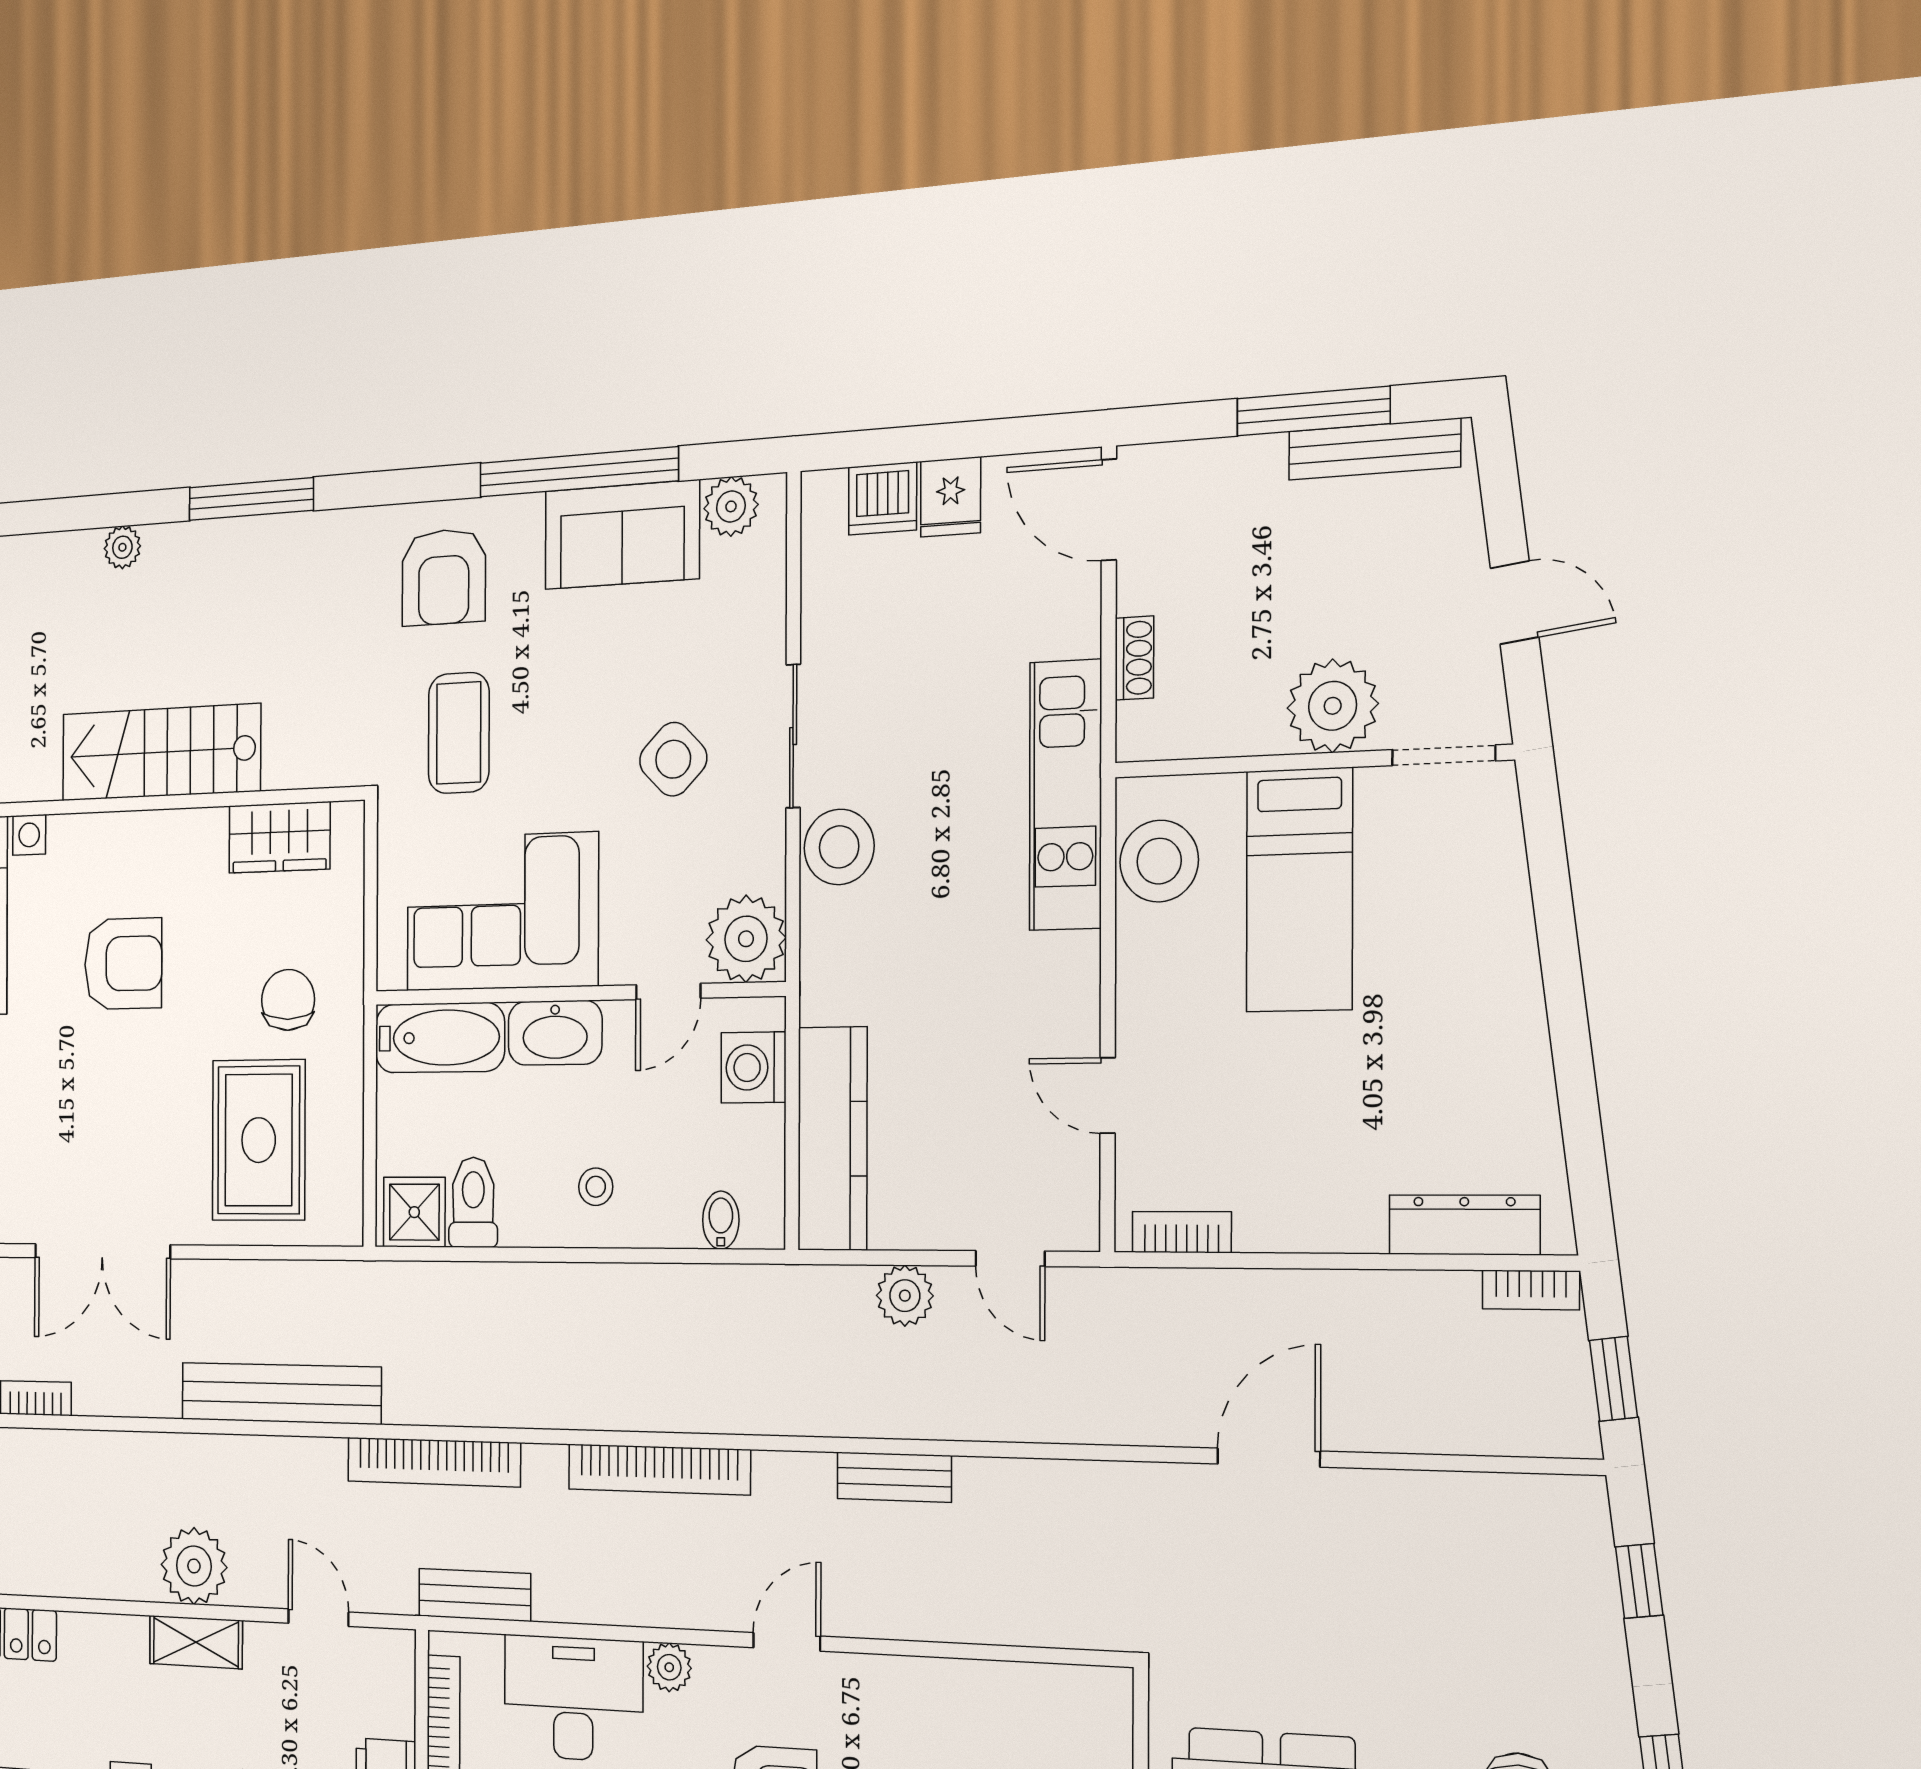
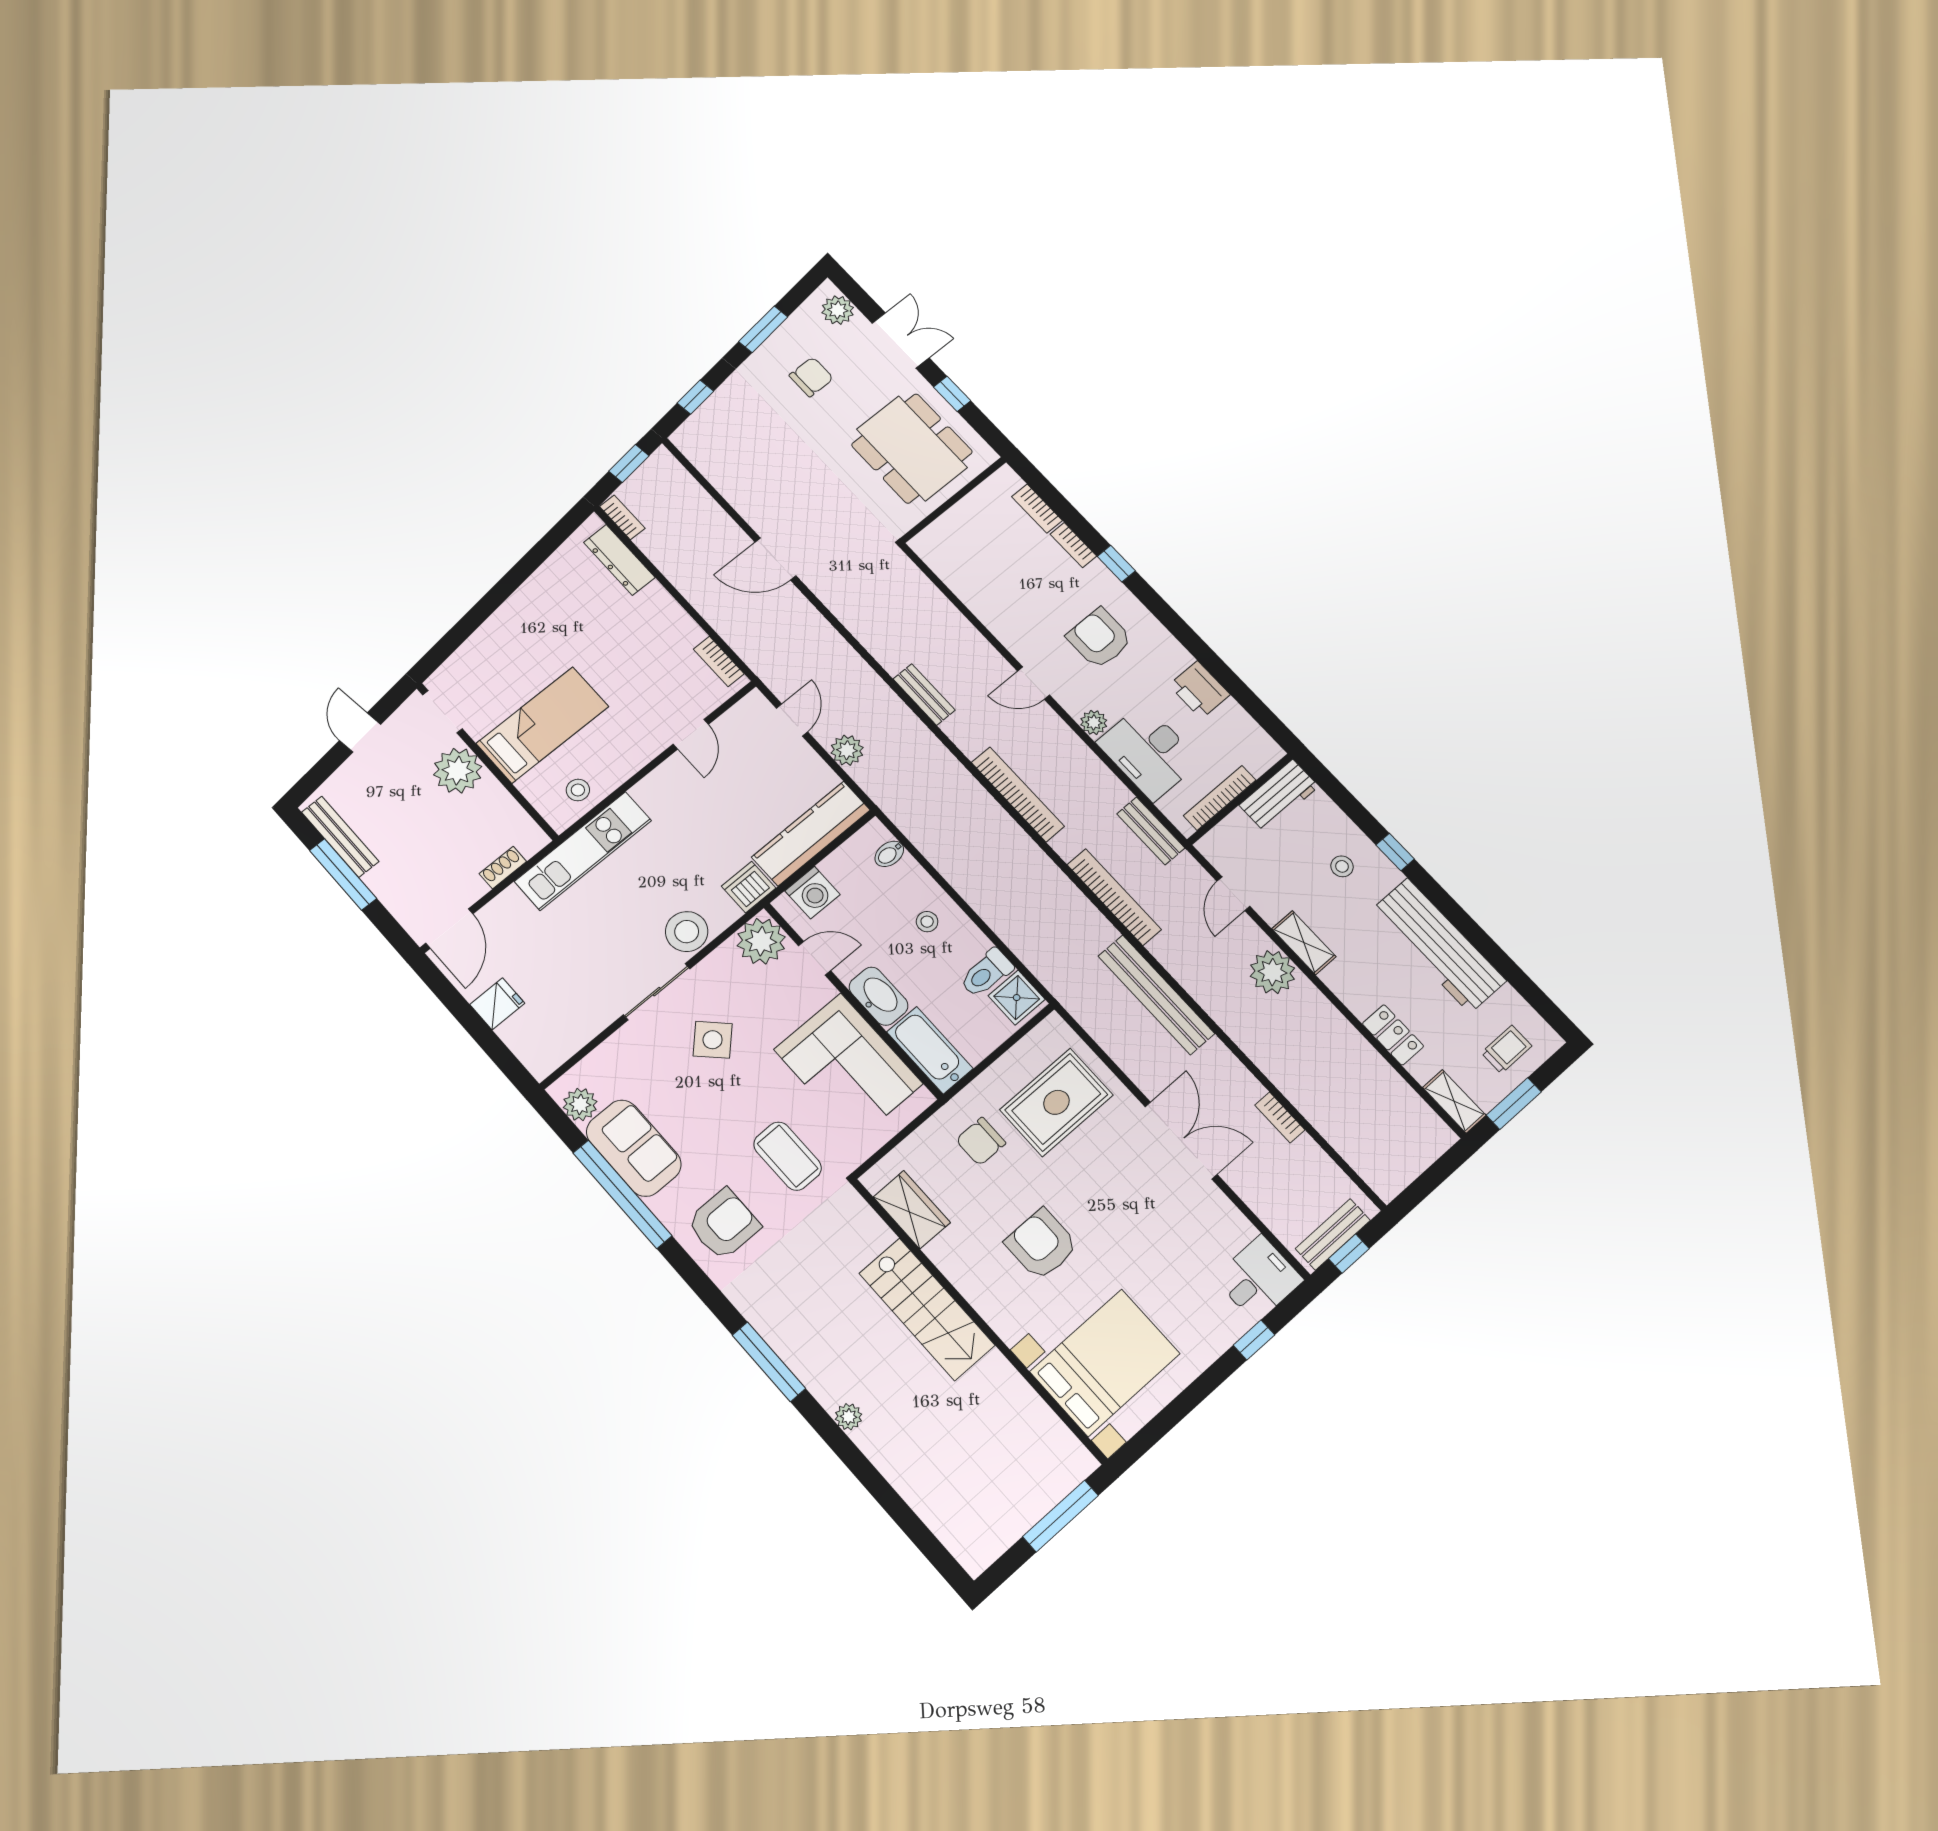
dishwasher: (883, 498) -> (749, 887), moved, turned -90
coffee table: (459, 733) -> (788, 1156), turned 90
stool: (1159, 861) -> (578, 790), width x0.53, depth x0.53

